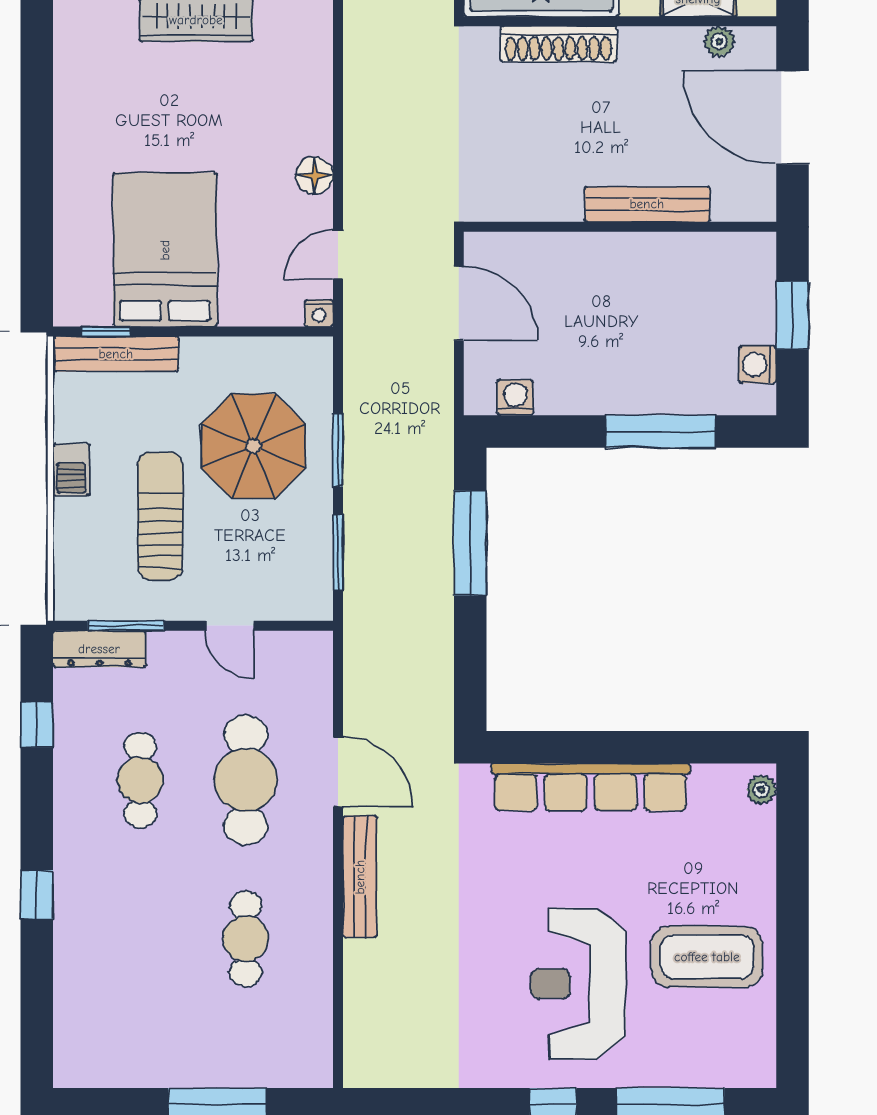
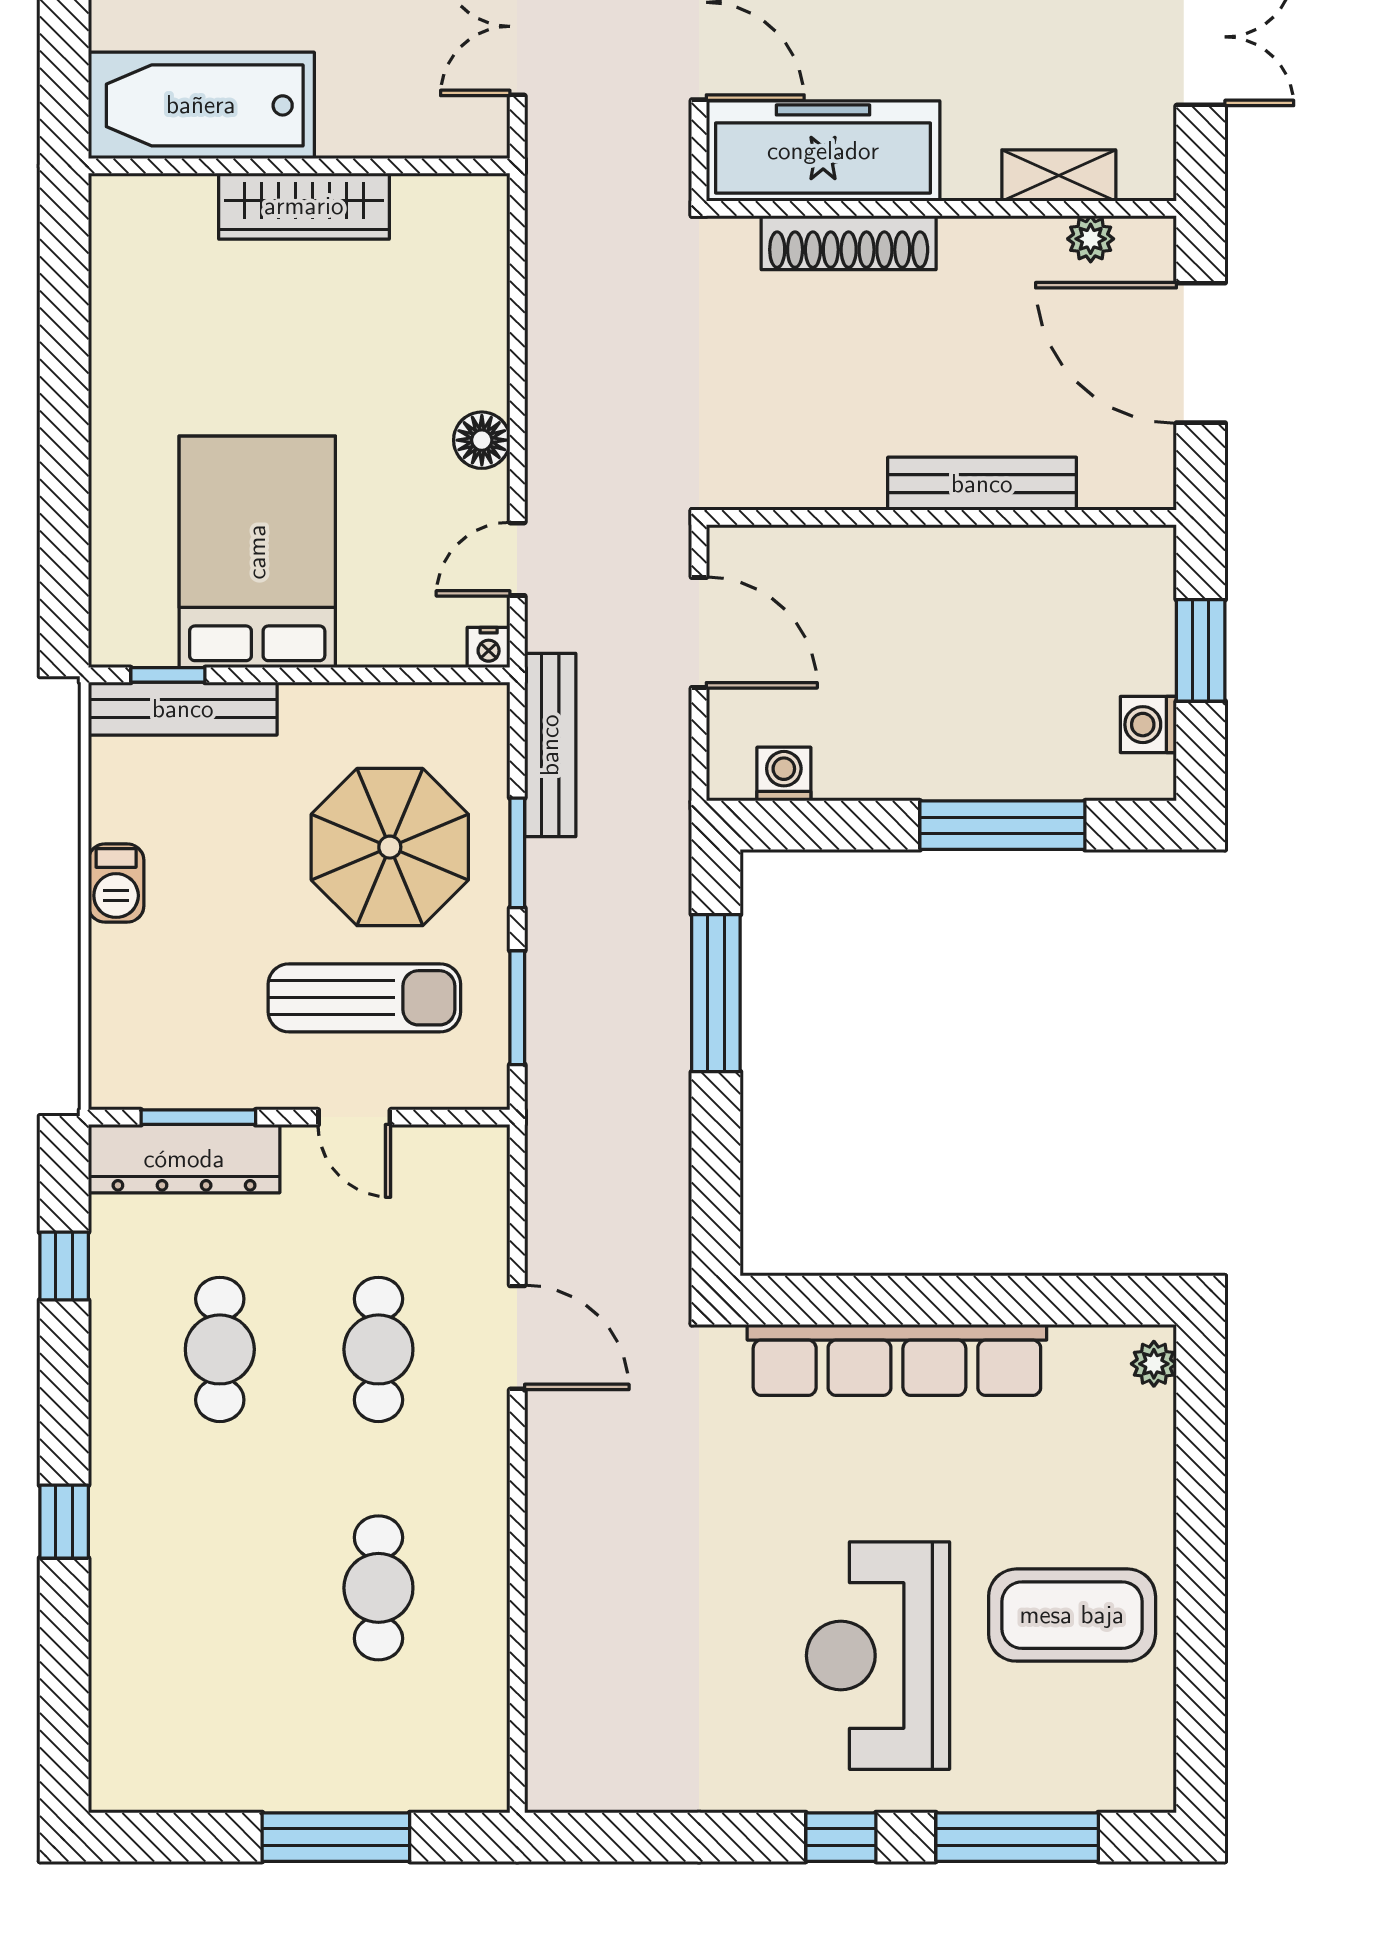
sun lounger: (160, 516) -> (364, 998), moved, turned 90
dresser: (99, 649) -> (184, 1159), width x1.37, depth x1.24
cafe table: (246, 780) -> (378, 1349), width x0.73, depth x0.74
bench: (360, 877) -> (550, 745), moved

